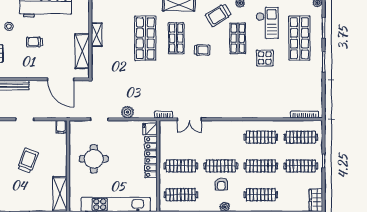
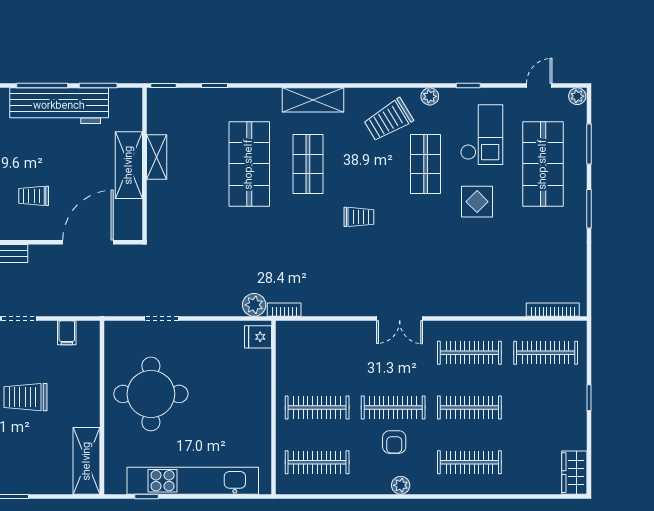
trolley: (34, 42) -> (34, 196), moved
trolley: (202, 50) -> (359, 217), moved
shelving: (82, 51) -> (129, 165), moved
door: (61, 79) -> (88, 242), swing flipped
plant: (128, 112) -> (254, 305), moved
double door: (189, 119) -> (400, 319), moved
filing cabinet: (61, 127) -> (67, 333), moved
locker: (151, 157) -> (260, 391), removed
round table: (94, 159) -> (151, 394), width x1.36, depth x1.36
trolley: (28, 161) -> (25, 397), turned -111
clothes rail: (301, 166) -> (546, 407), removed

